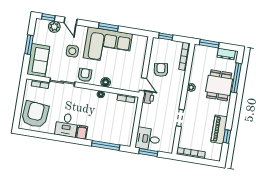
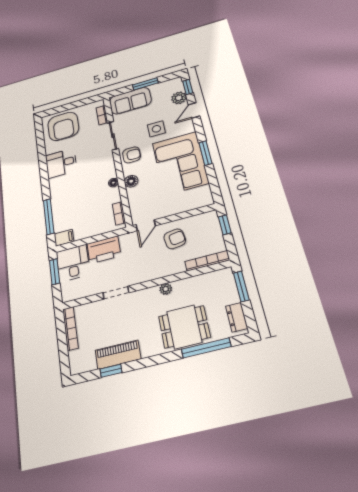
printer: (148, 98) -> (104, 250), moved, width x1.87, depth x1.48
armchair: (35, 114) -> (63, 126), turned 85
filing cabinet: (82, 132) -> (64, 238), moved

